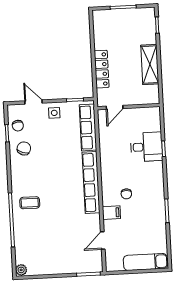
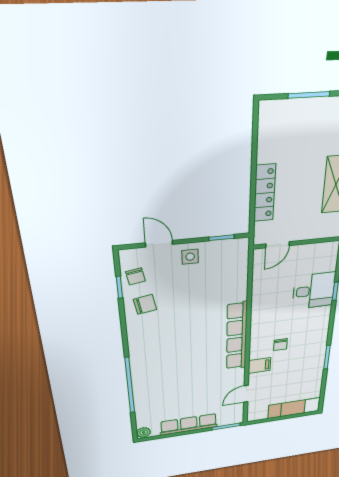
row of seats: (88, 127) -> (189, 424), moved, turned 90
chair: (24, 148) -> (145, 304), turned 61
coffee table: (30, 203) -> (154, 365), removed

